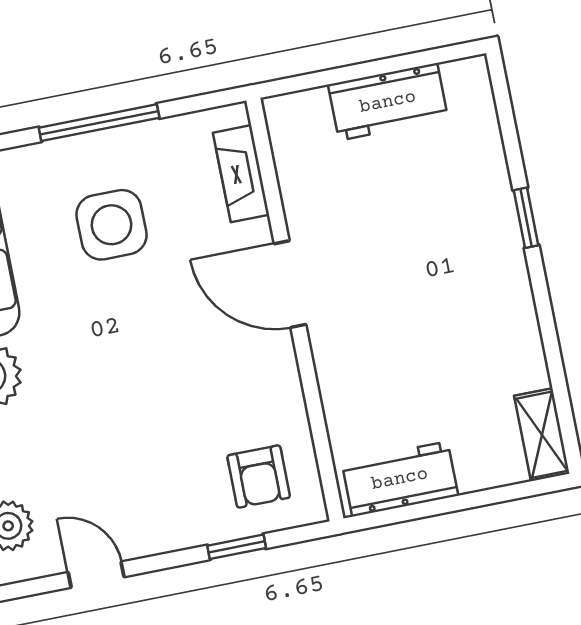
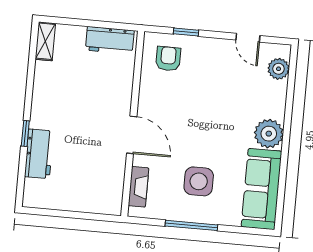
workbench: (388, 102) -> (39, 154), moved, turned 90

